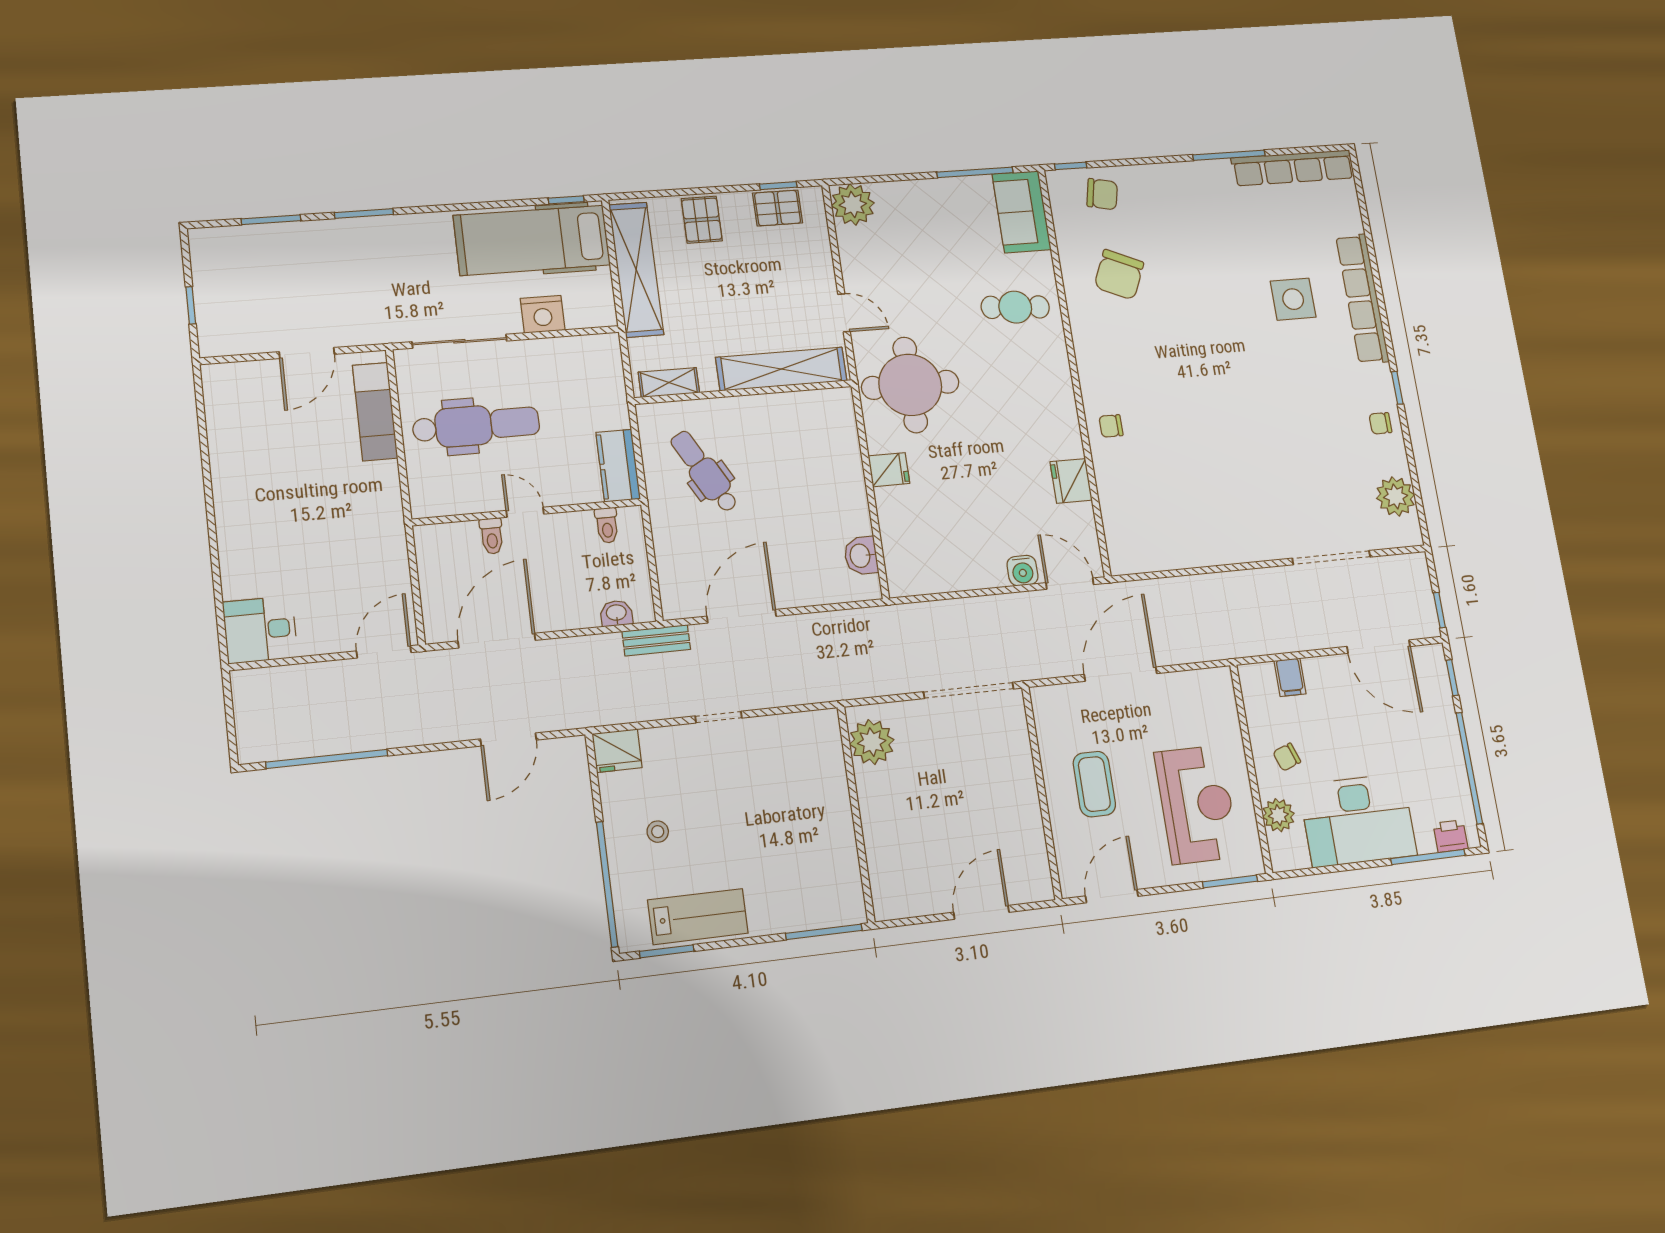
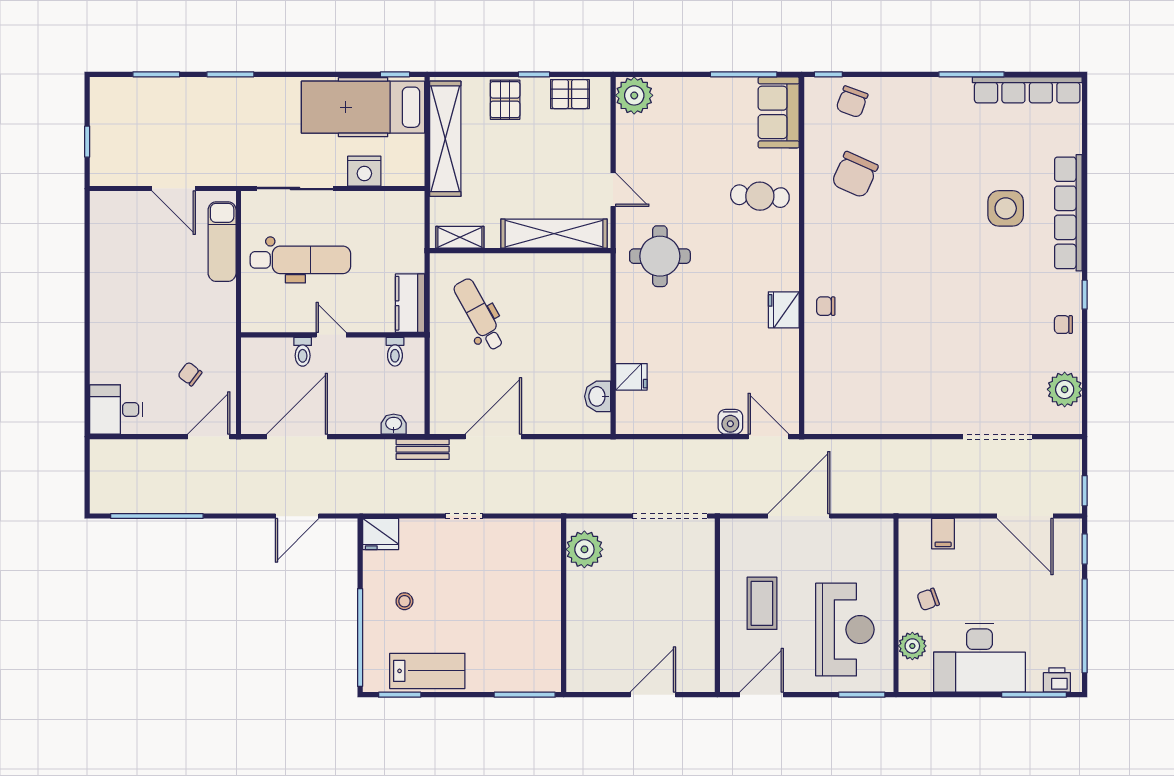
window: (778, 186) -> (534, 74), moved
chair: (1102, 194) -> (852, 102), turned 98
door: (307, 353) -> (174, 189), hinge flipped
round table: (910, 385) -> (660, 256), width x0.73, depth x0.73
fridge: (889, 470) -> (631, 377), moved
fridge: (1071, 481) -> (784, 310), moved
chair: (351, 576) -> (190, 374), added

